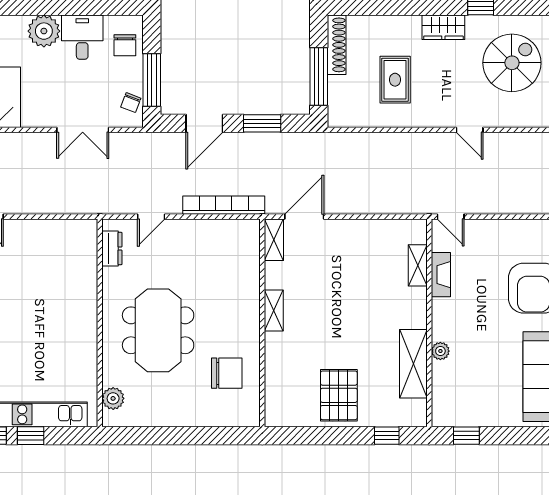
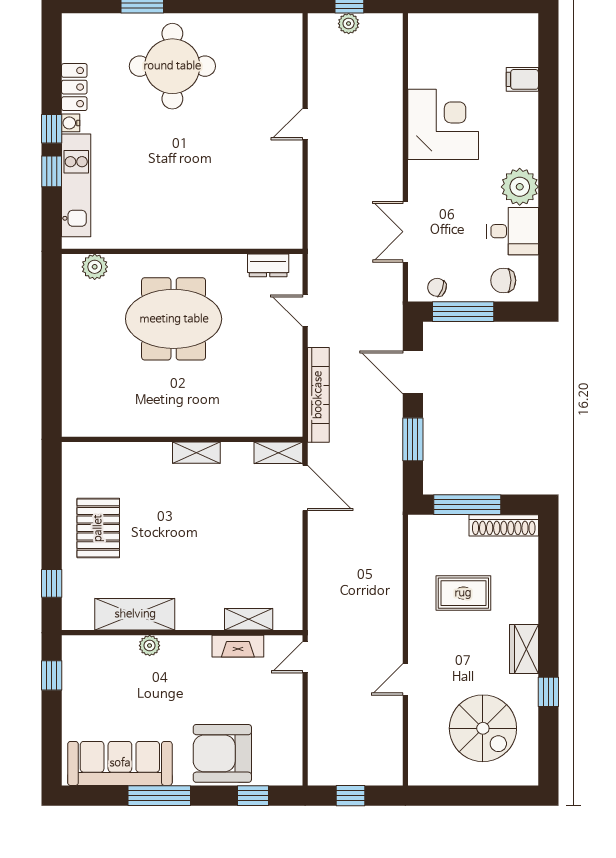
chair: (227, 373) -> (124, 398), removed
pallet: (339, 395) -> (98, 528), turned 90

